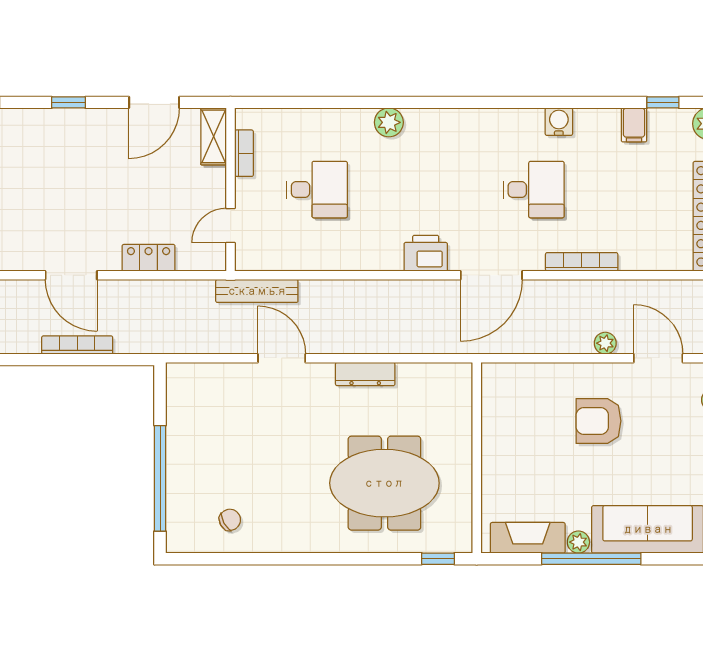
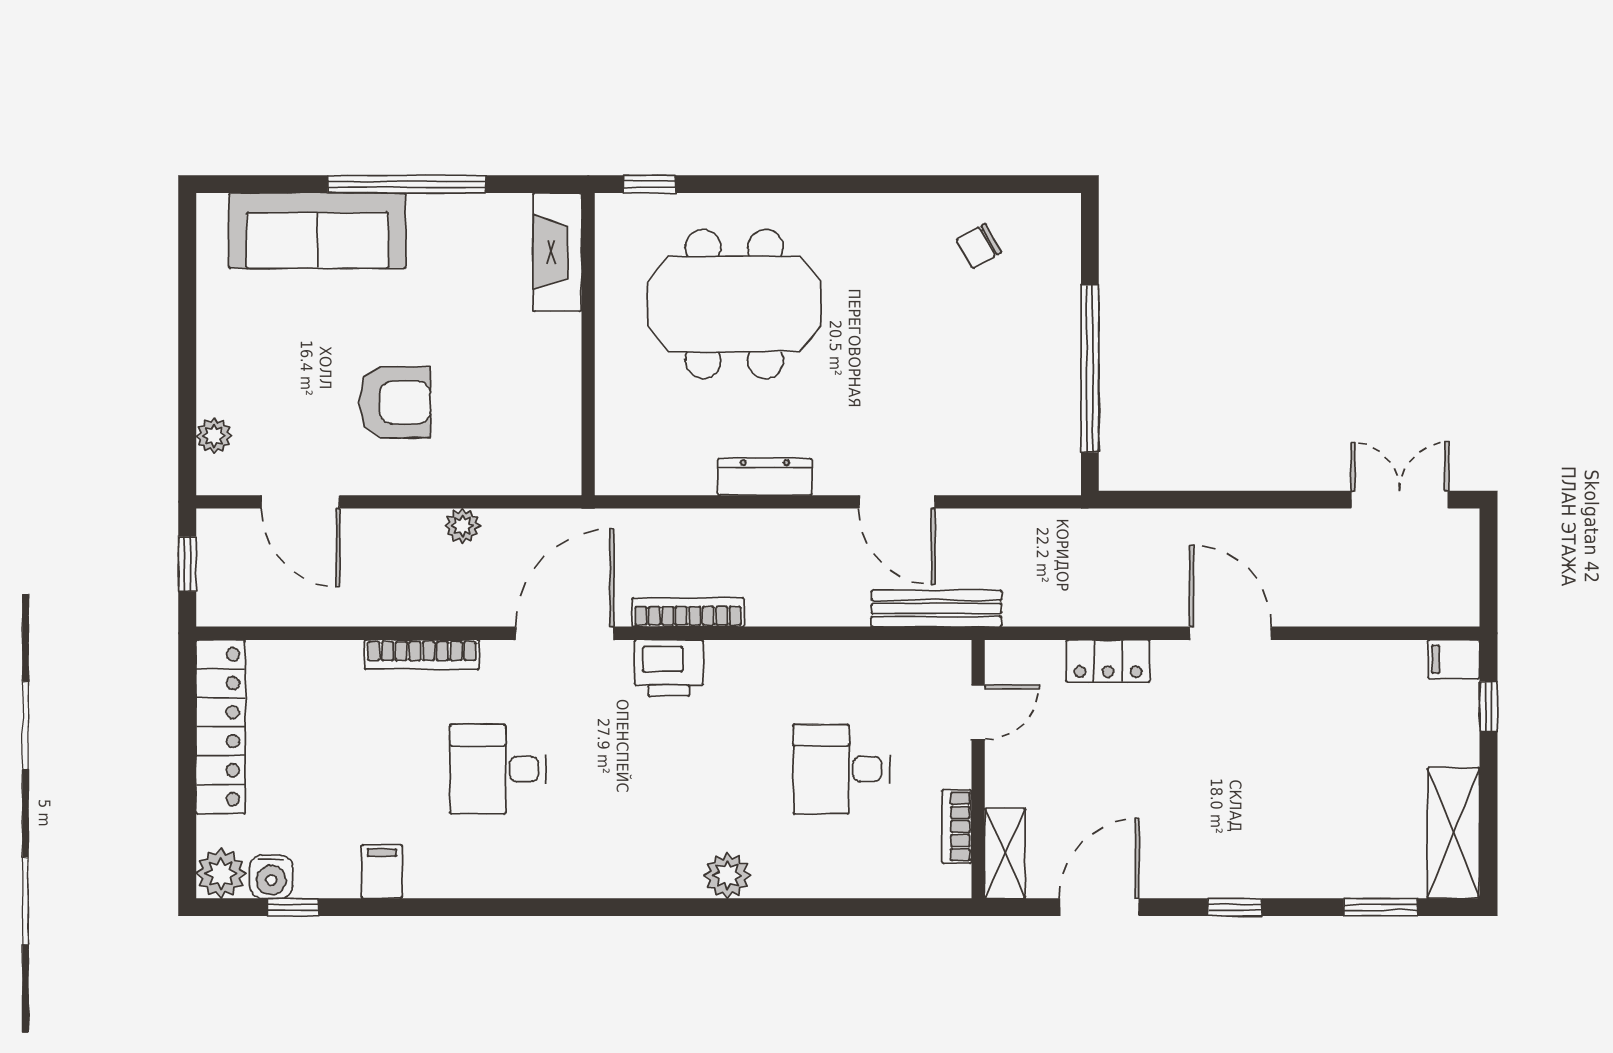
water cooler: (559, 122) -> (271, 877), moved
filing cabinet: (634, 125) -> (382, 871), moved
plant: (605, 343) -> (462, 526), moved
bookcase: (77, 345) -> (688, 612), moved, turned 180
window: (160, 478) -> (1090, 368), moved
fireplace: (528, 538) -> (557, 252), moved, turned 90
plant: (578, 542) -> (427, 211), removed

